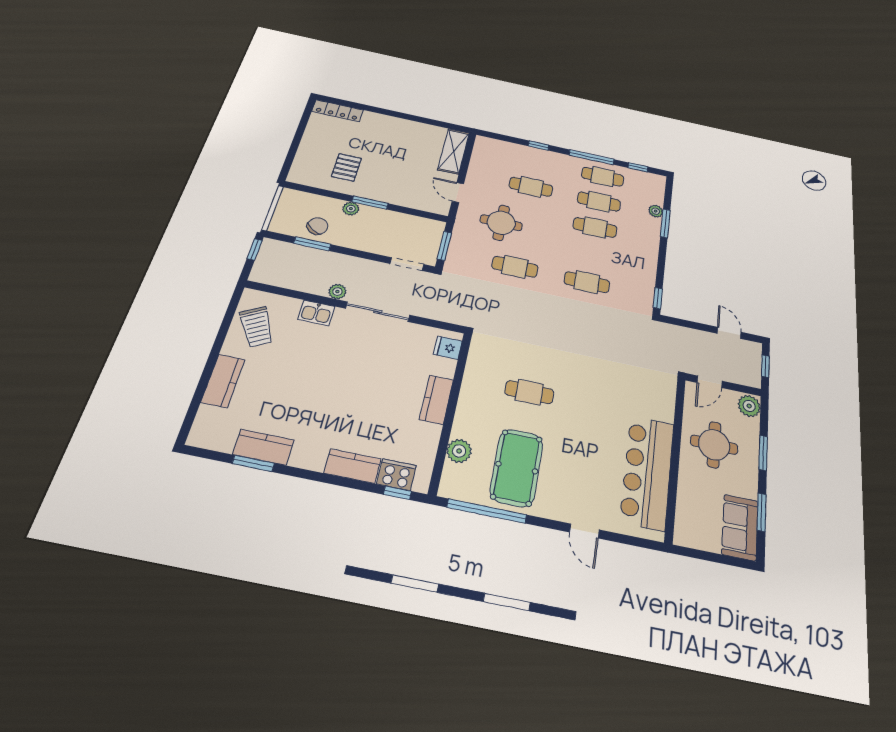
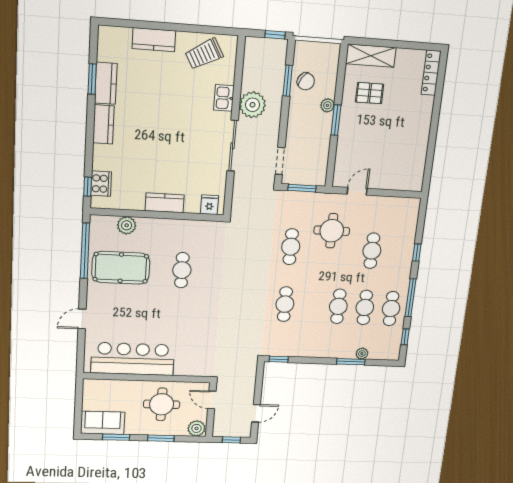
shelving: (454, 151) -> (371, 56), moved
plant: (337, 292) -> (253, 105), width x1.87, depth x1.87
kitchen counter: (352, 466) -> (103, 124), moved

